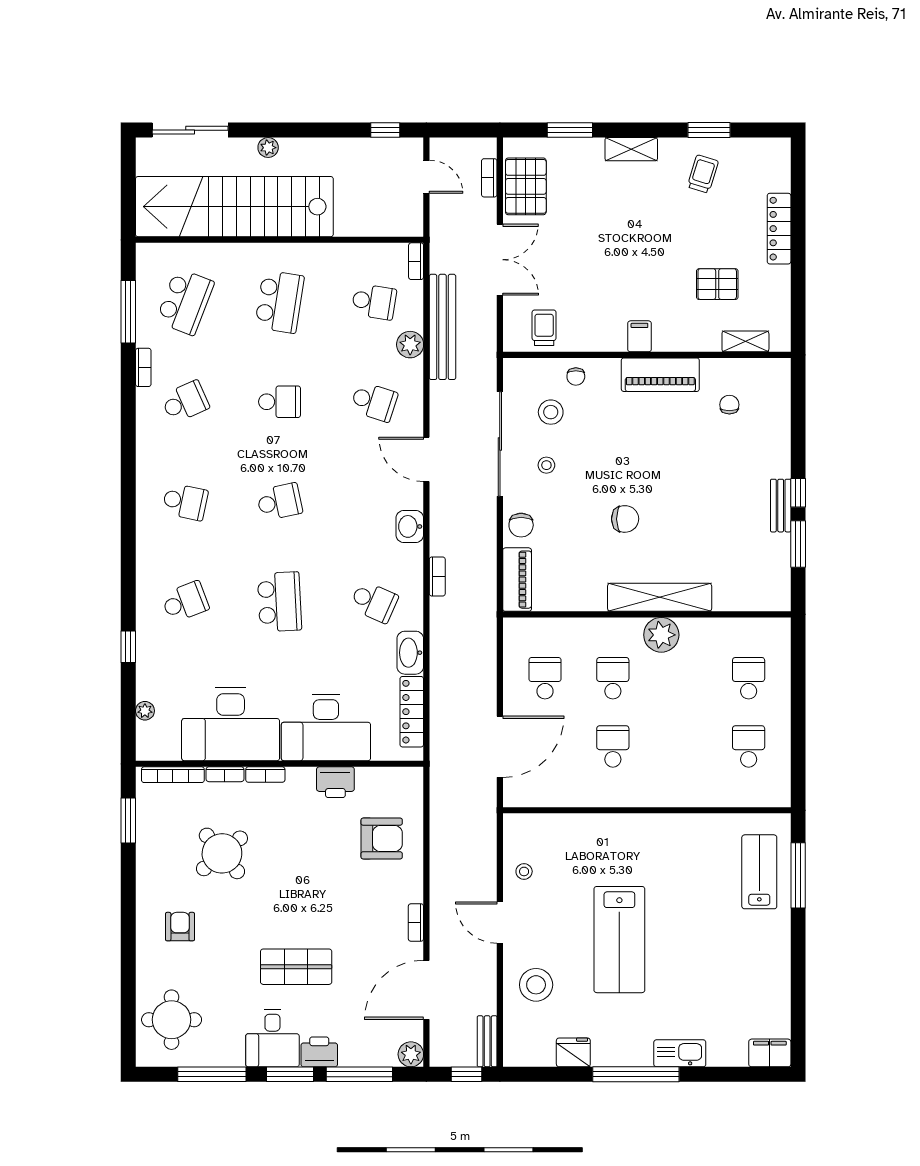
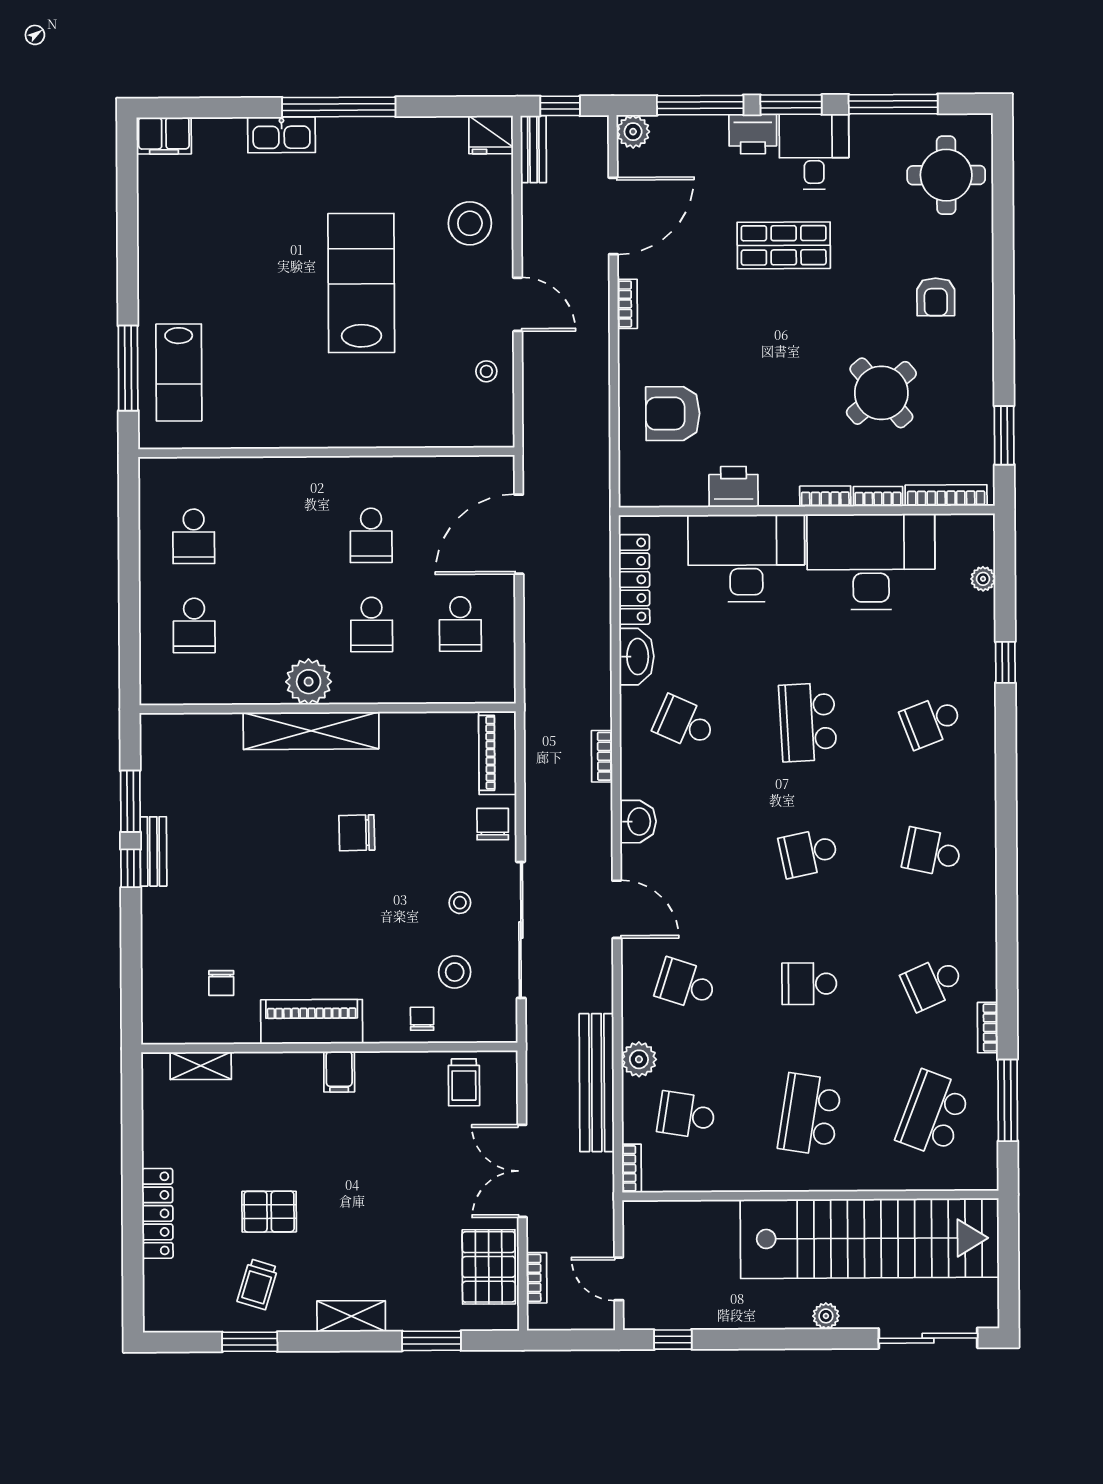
pallet: (717, 284) -> (269, 1212), moved
fridge: (573, 1052) -> (491, 135), moved

